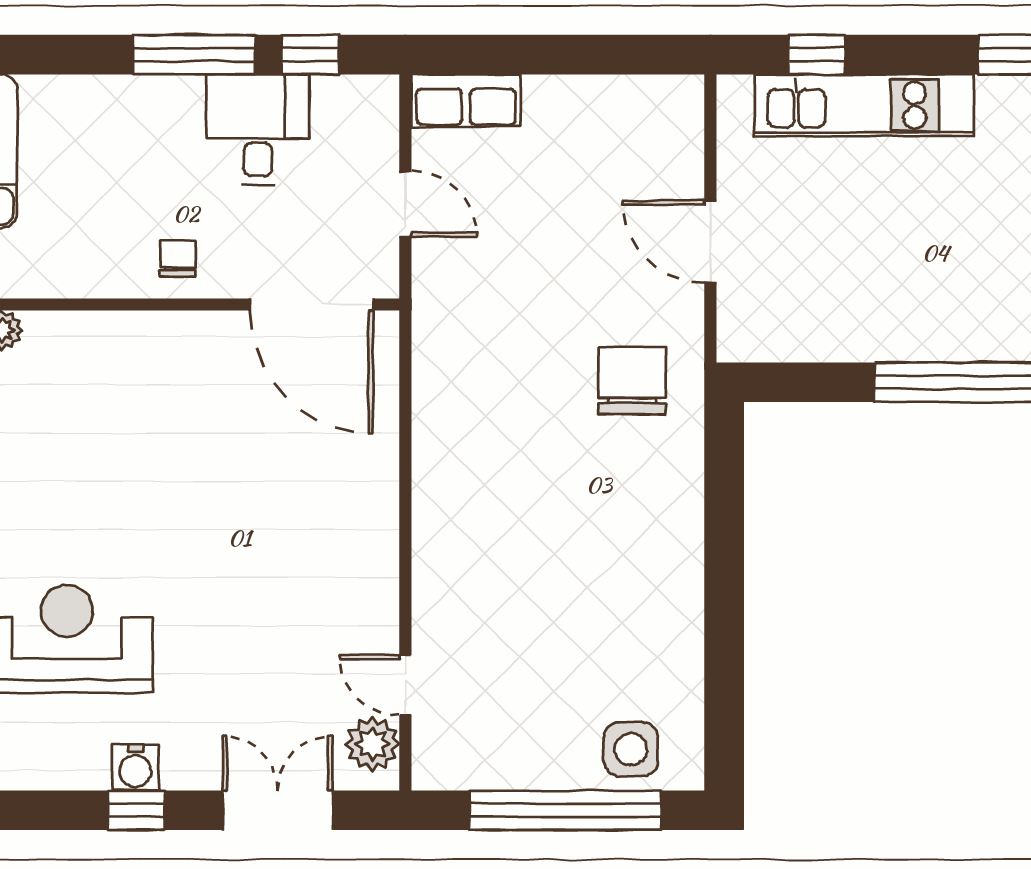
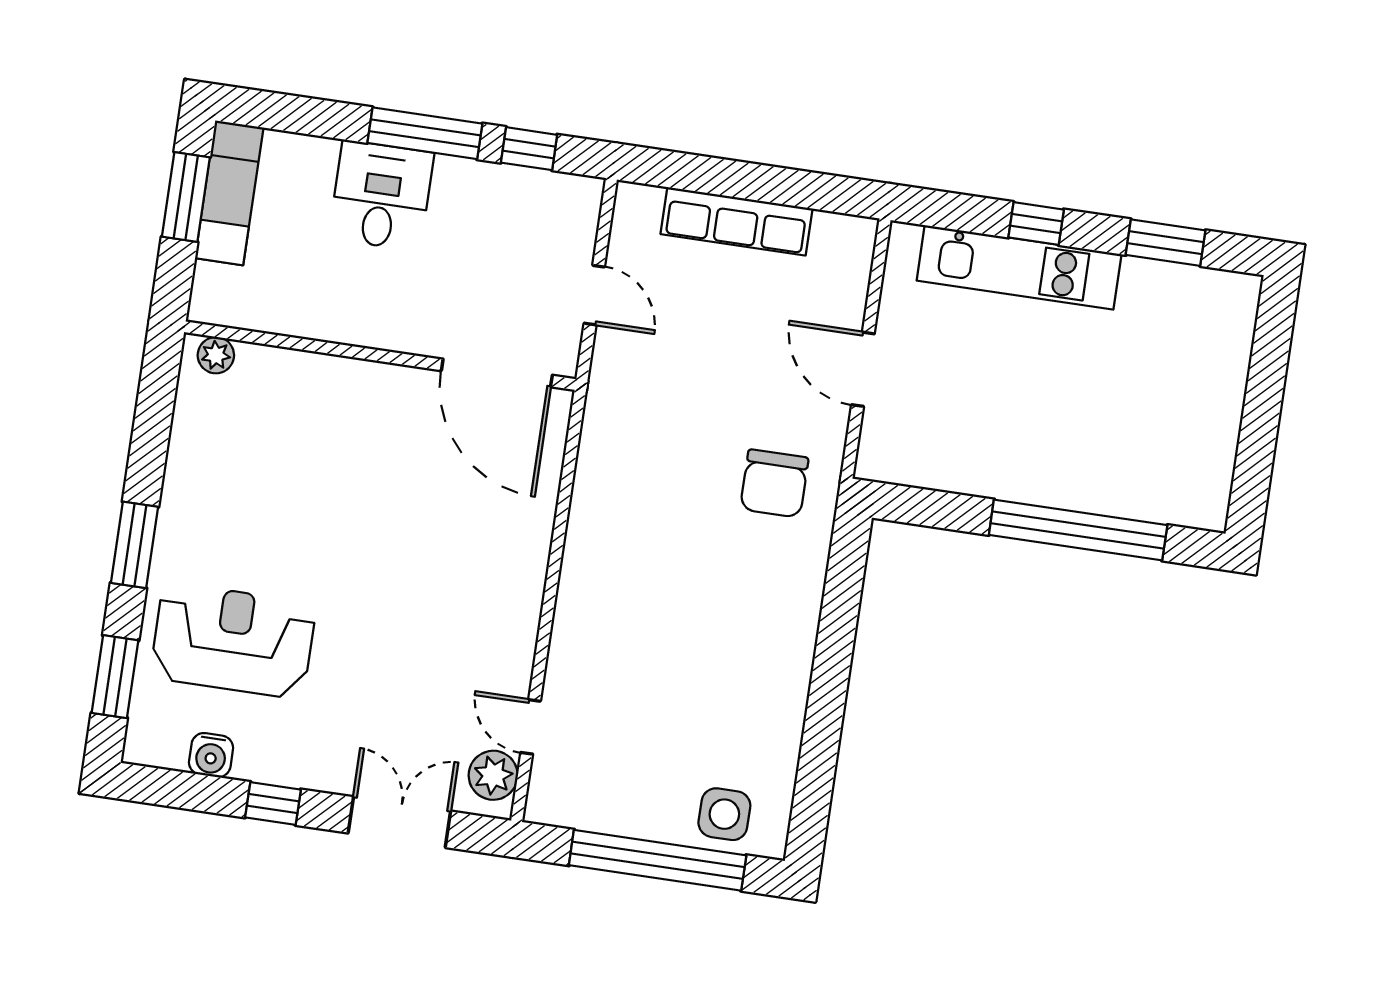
window: (817, 55) -> (1036, 224), moved
row of seats: (466, 100) -> (737, 221), moved, width x1.48
desk: (258, 130) -> (381, 196), moved
chair: (178, 258) -> (383, 314), removed
chair: (632, 380) -> (774, 483), turned 180
water cooler: (135, 768) -> (211, 755), moved

